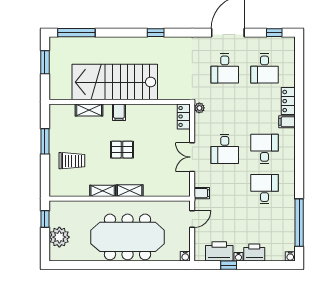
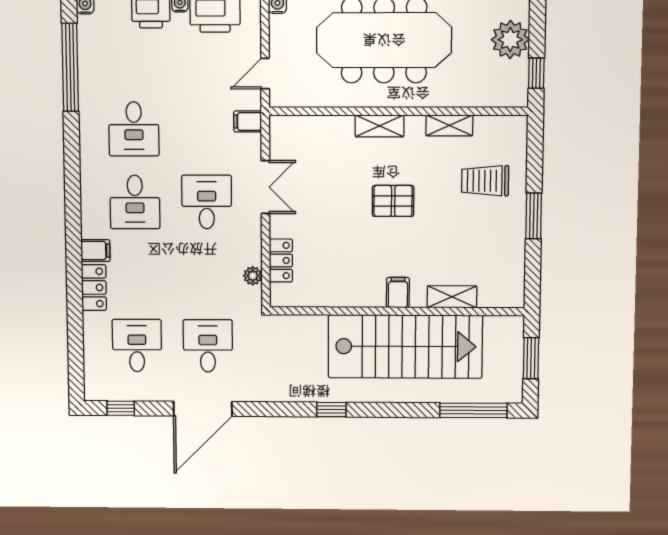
stairs: (115, 82) -> (405, 346), moved
wall: (120, 102) -> (397, 311), moved
shelving: (89, 110) -> (452, 297), moved
filing cabinet: (119, 112) -> (398, 293), moved
shelving: (103, 191) -> (449, 125), moved

